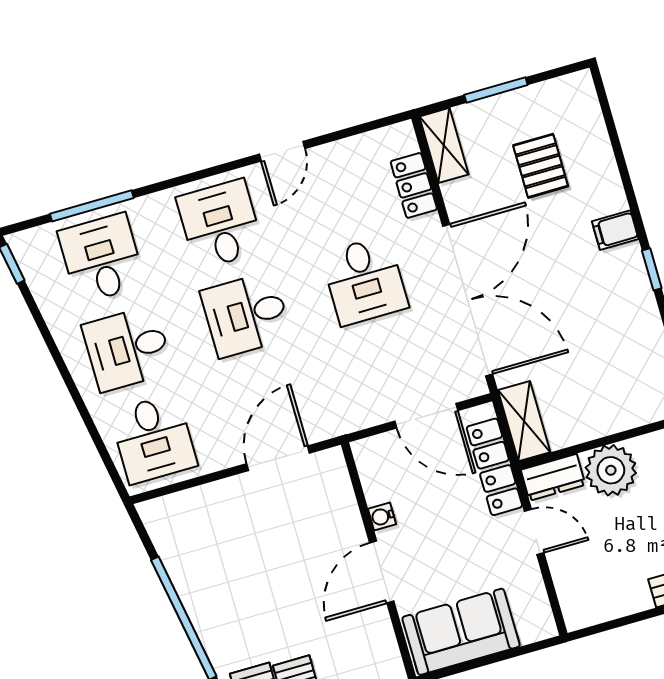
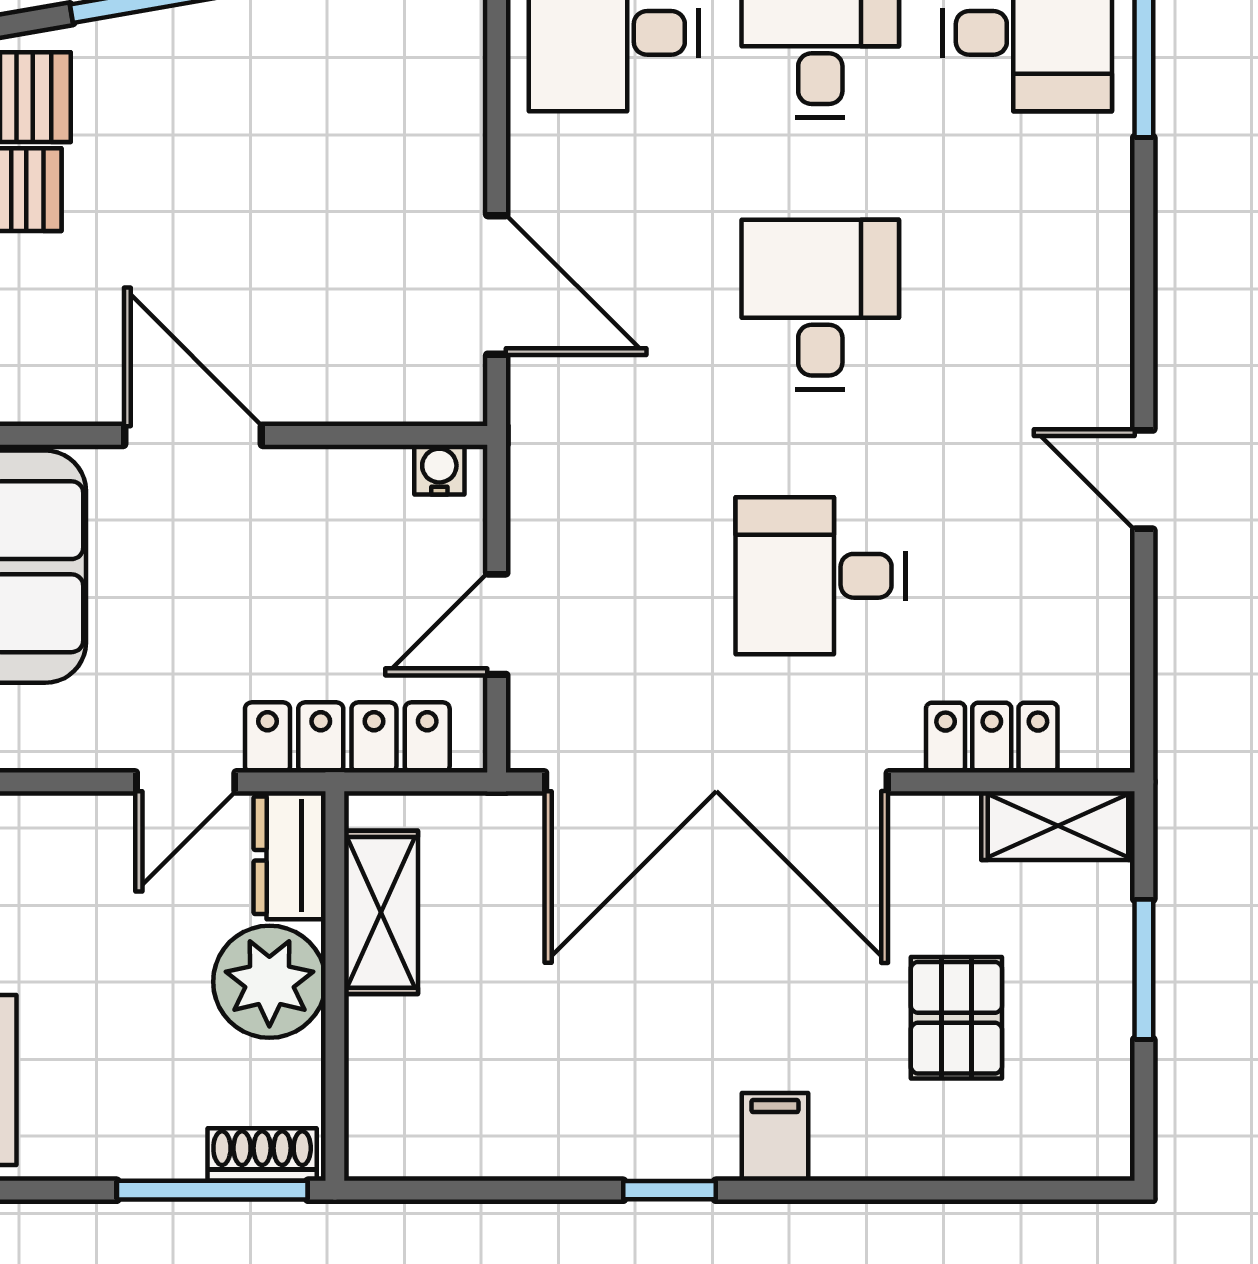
pallet: (541, 166) -> (956, 1018), turned 90
desk: (220, 224) -> (1027, 304), removed
door: (426, 416) -> (497, 624), width x0.73
shelving: (524, 421) -> (381, 912), moved, turned 90
water cooler: (382, 516) -> (439, 470), moved

